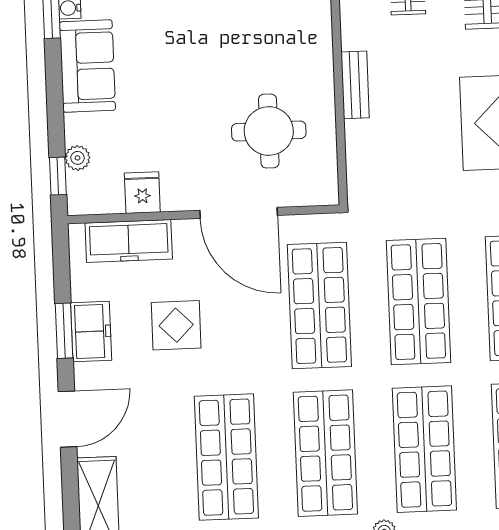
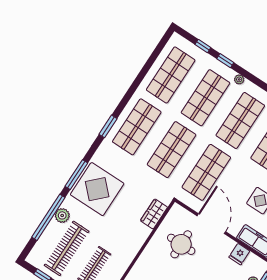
bench: (355, 85) -> (140, 239), removed
wardrobe: (364, 152) -> (154, 214), added

